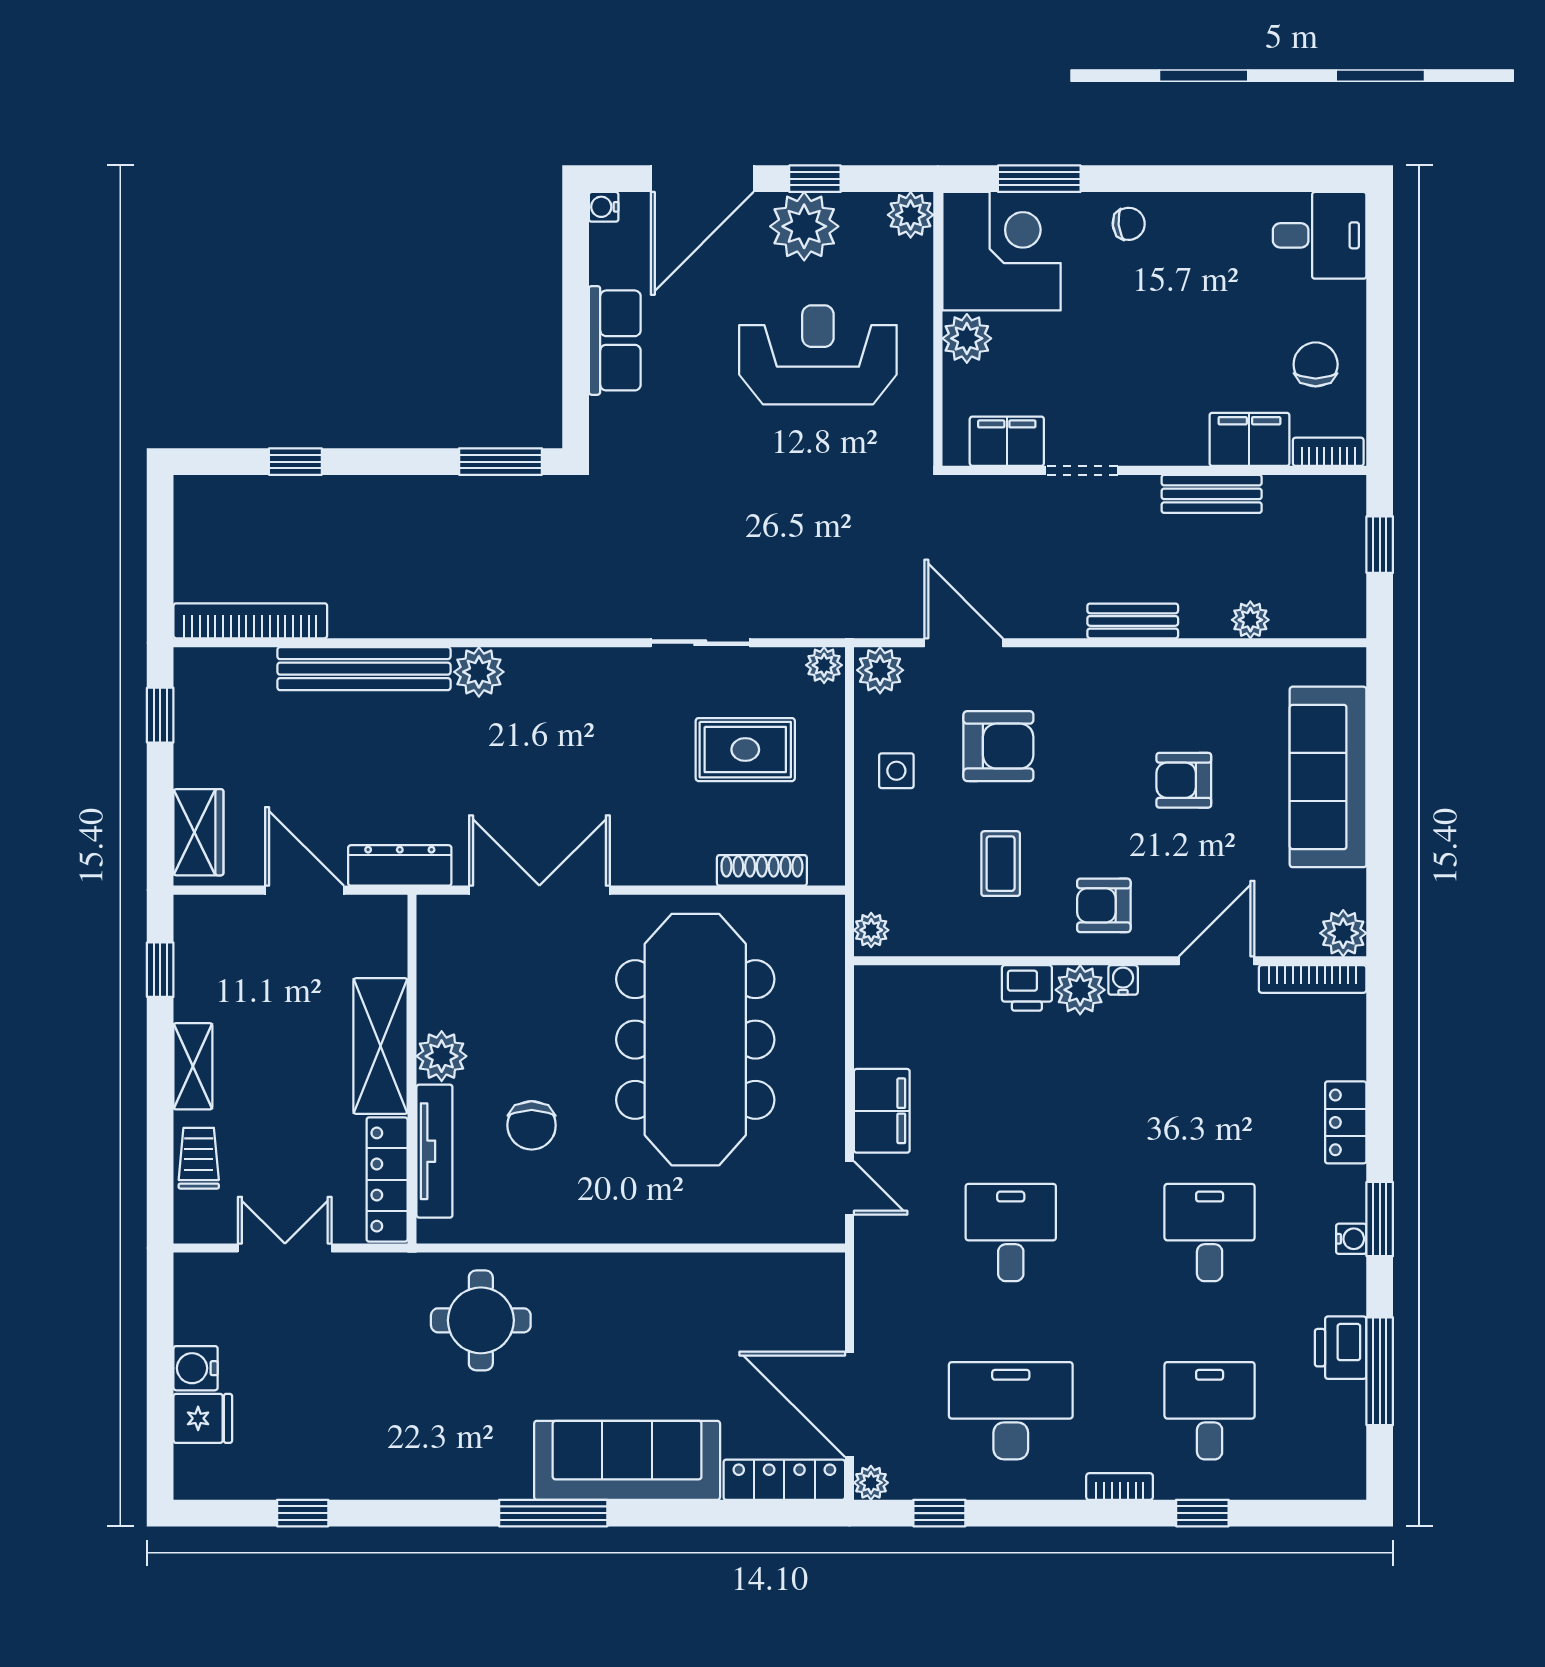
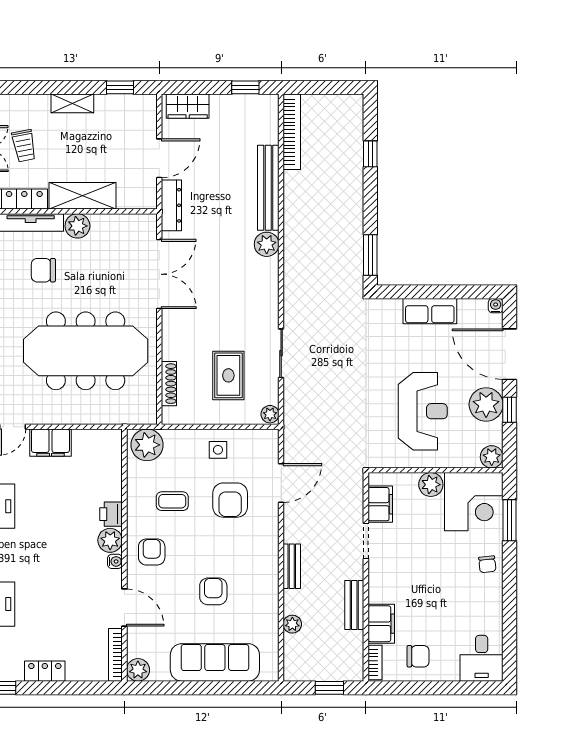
plant: (880, 670) -> (267, 442), removed
plant: (871, 930) -> (147, 445), width x1.88, depth x1.88
trolley: (199, 1158) -> (24, 146), moved, turned 79

